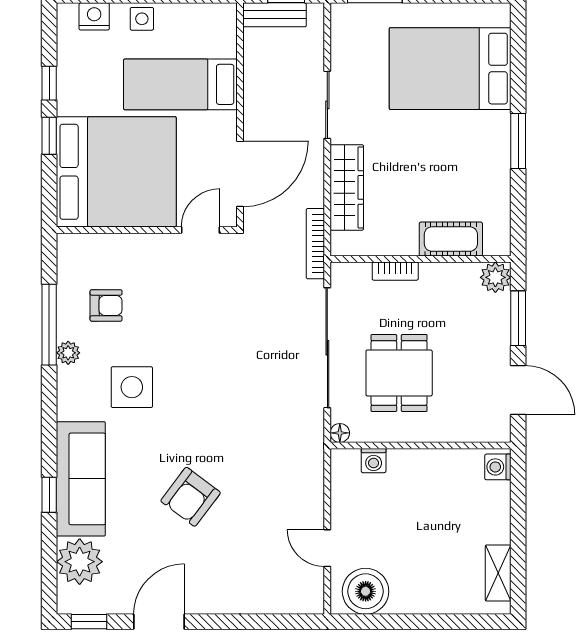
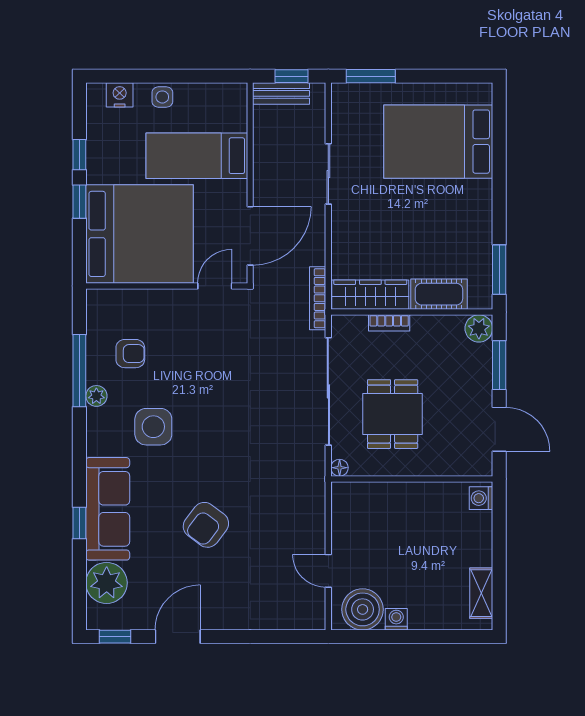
window: (518, 141) -> (499, 270), moved
wardrobe: (347, 187) -> (370, 295), moved, turned -90
washing machine: (374, 461) -> (396, 619), moved, turned 180

